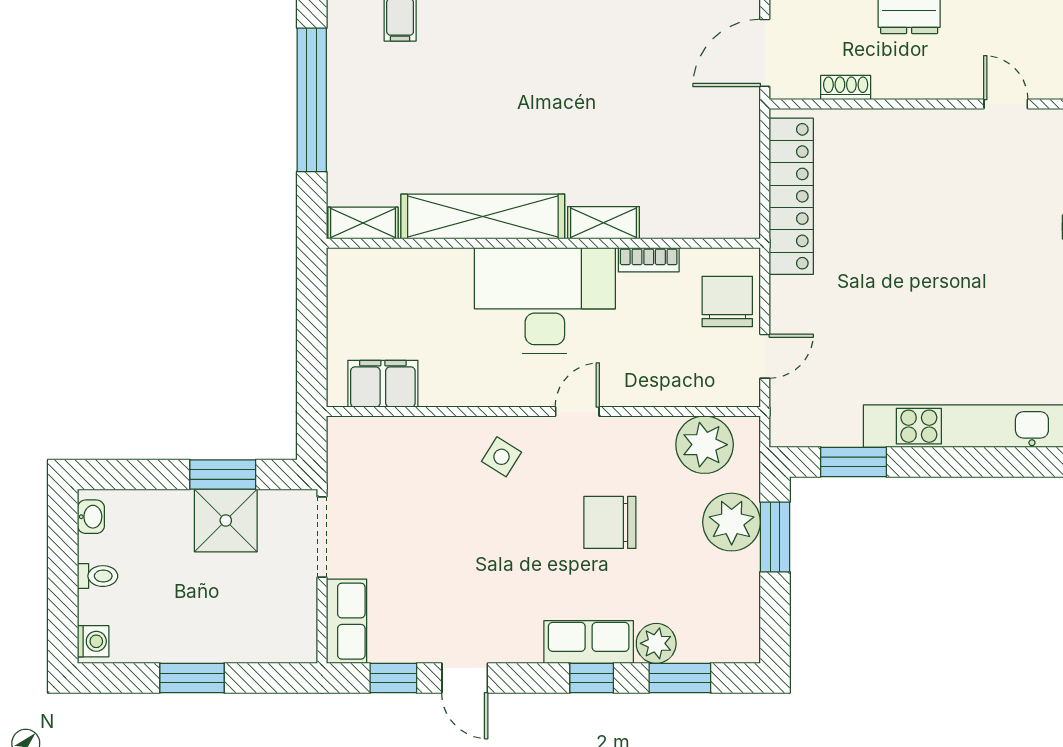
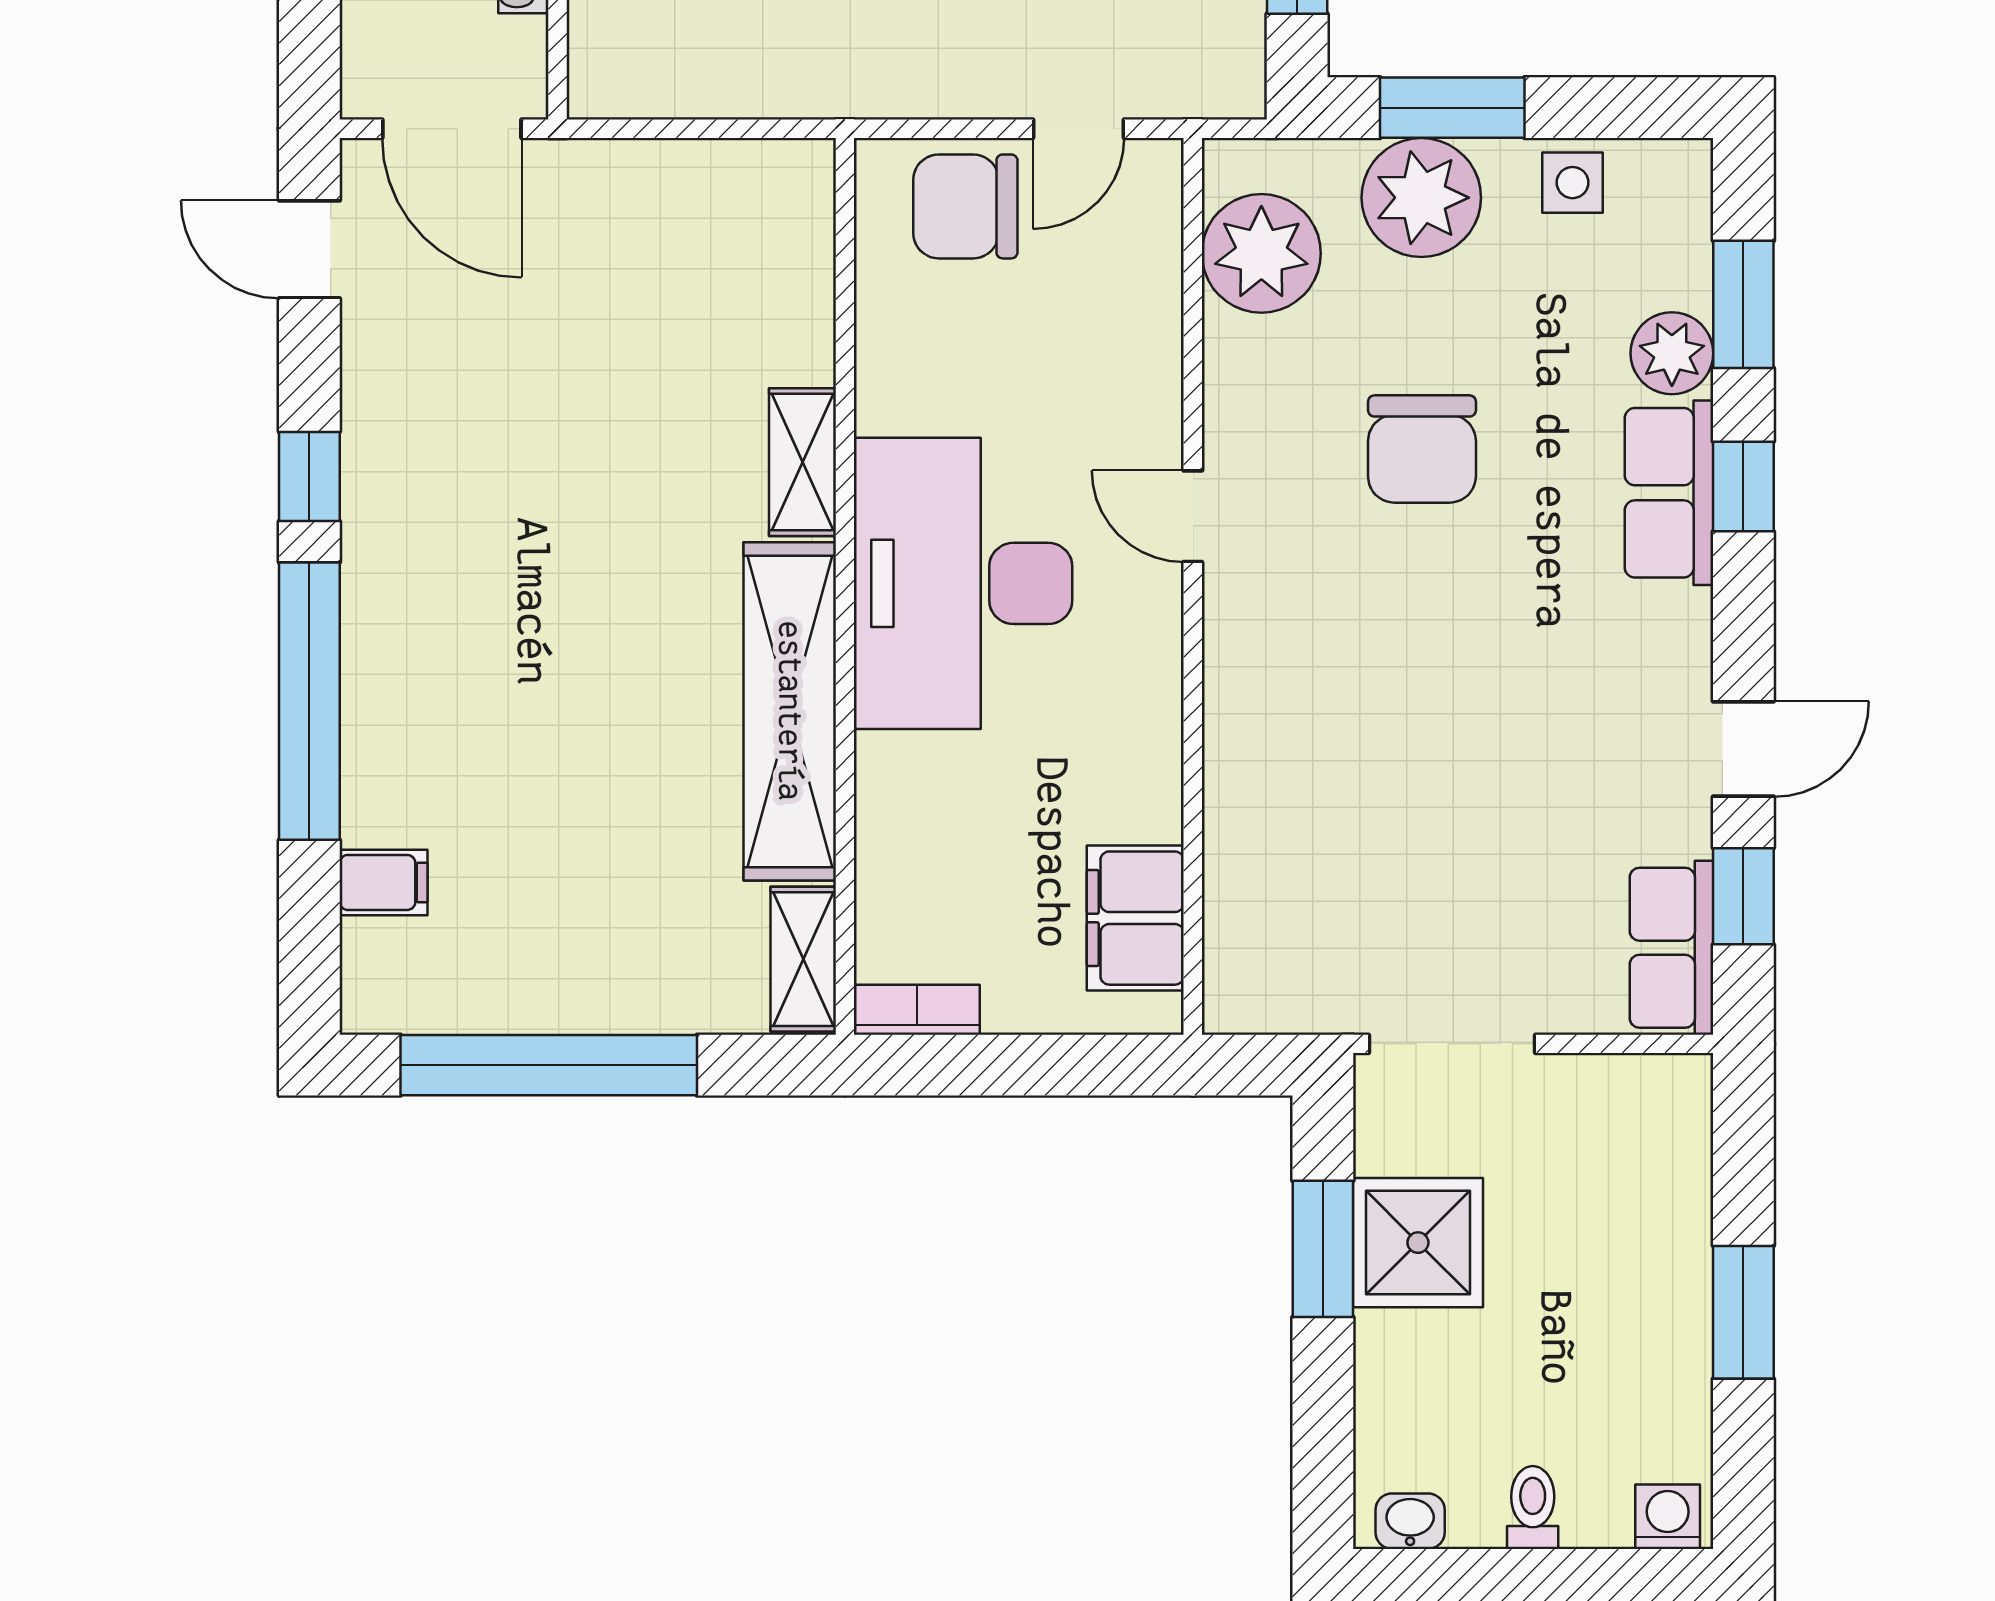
locker: (791, 196) -> (748, 74), removed
bookcase: (649, 260) -> (917, 1010), moved, turned -90
door: (765, 356) -> (1079, 129), swing flipped
side table: (501, 457) -> (1573, 183), moved, turned -32
row of seats: (347, 621) -> (1671, 948), moved, turned -90

